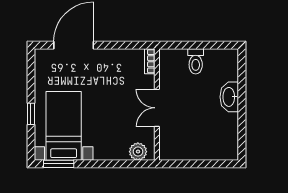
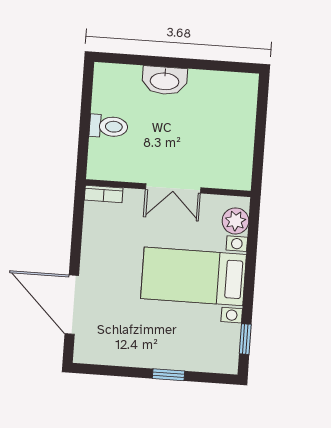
bed with nightstands: (64, 126) -> (193, 276), moved
window: (59, 164) -> (245, 339), width x0.67

